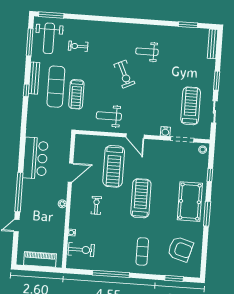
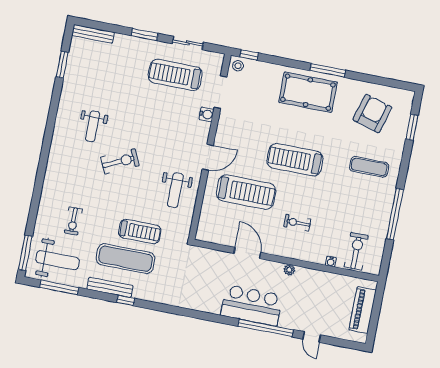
bar counter: (35, 158) -> (252, 305), moved
window: (210, 175) -> (249, 55), moved

